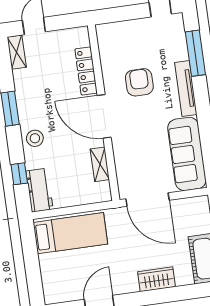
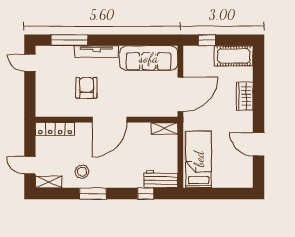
locker: (86, 71) -> (55, 129), moved
armchair: (139, 82) -> (86, 88), turned 90
stool: (35, 138) -> (82, 172), moved
shelving: (100, 164) -> (164, 128), moved

